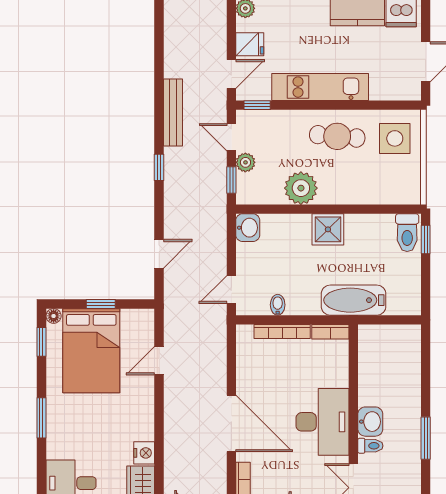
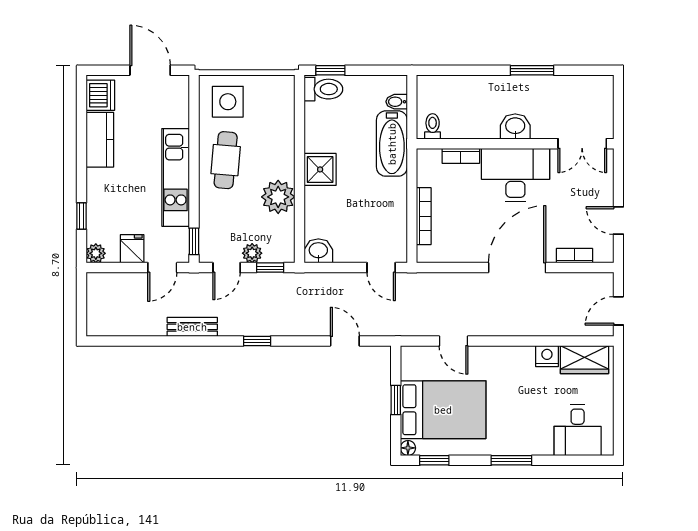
door: (231, 74) -> (162, 268), swing flipped
bench: (173, 112) -> (192, 327), width x0.73
bidet: (278, 305) -> (397, 102), moved
bookcase: (330, 332) -> (461, 156), moved, turned 90
toilet: (370, 446) -> (433, 126), moved

